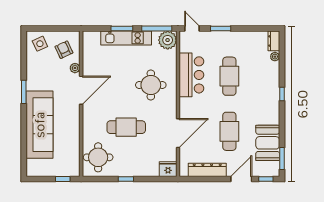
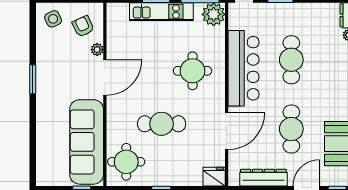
bar counter: (191, 75) -> (244, 68), width x1.36
sofa: (40, 125) -> (87, 142), moved, turned 180

